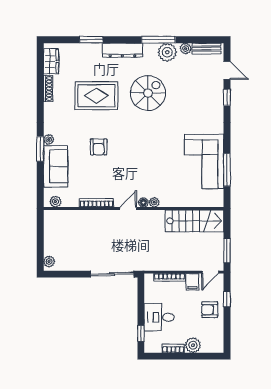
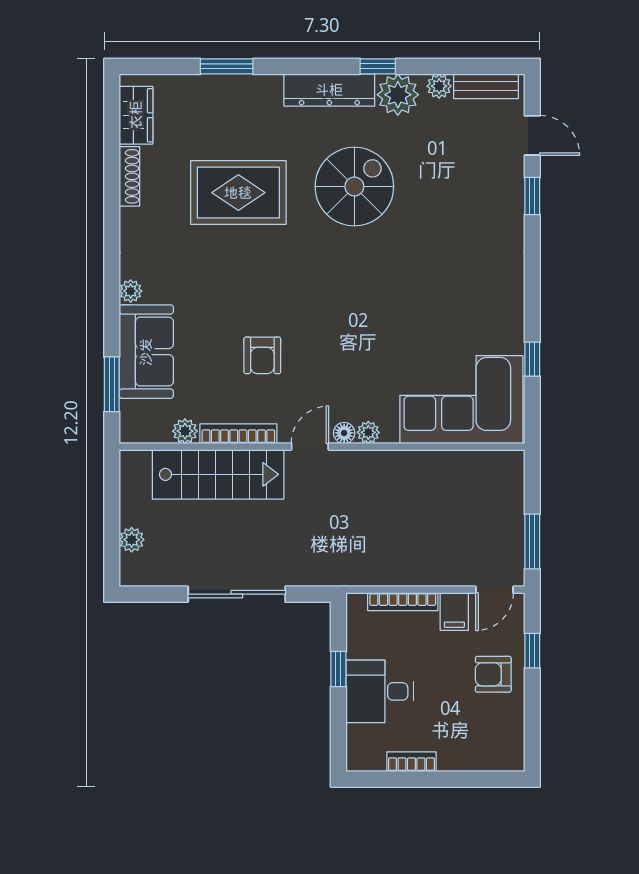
window: (158, 40) -> (378, 66), width x0.46
dresser: (122, 50) -> (329, 90), moved
armchair: (99, 147) -> (262, 355), moved
window: (40, 149) -> (112, 384), moved
corner sofa: (204, 161) -> (461, 400), moved, turned 90
window: (227, 170) -> (532, 359), width x0.46
plant: (55, 202) -> (185, 431), moved
stairs: (194, 221) -> (218, 474), moved
plant: (49, 262) -> (132, 540), moved
sliding door: (112, 274) -> (237, 594), moved
window: (141, 333) -> (338, 669), moved
plant: (193, 345) -> (456, 754), removed

